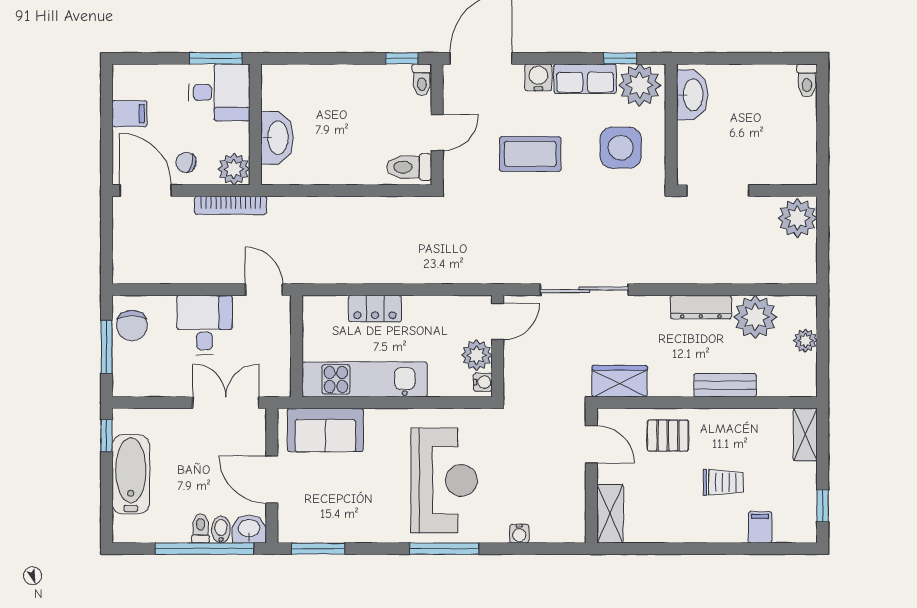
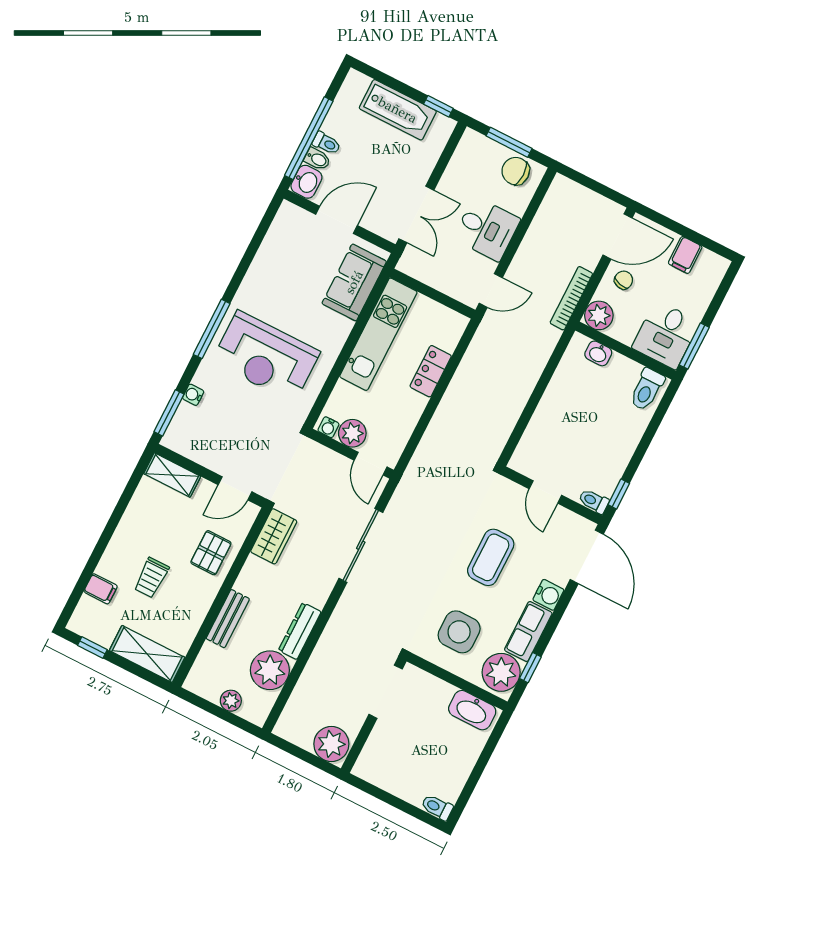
washbasin: (277, 138) -> (598, 353), width x0.52, depth x0.69
toilet: (409, 167) -> (647, 389), moved, turned 180
shelving: (805, 435) -> (147, 654), width x1.50, depth x1.33
window: (318, 549) -> (169, 413), moved

